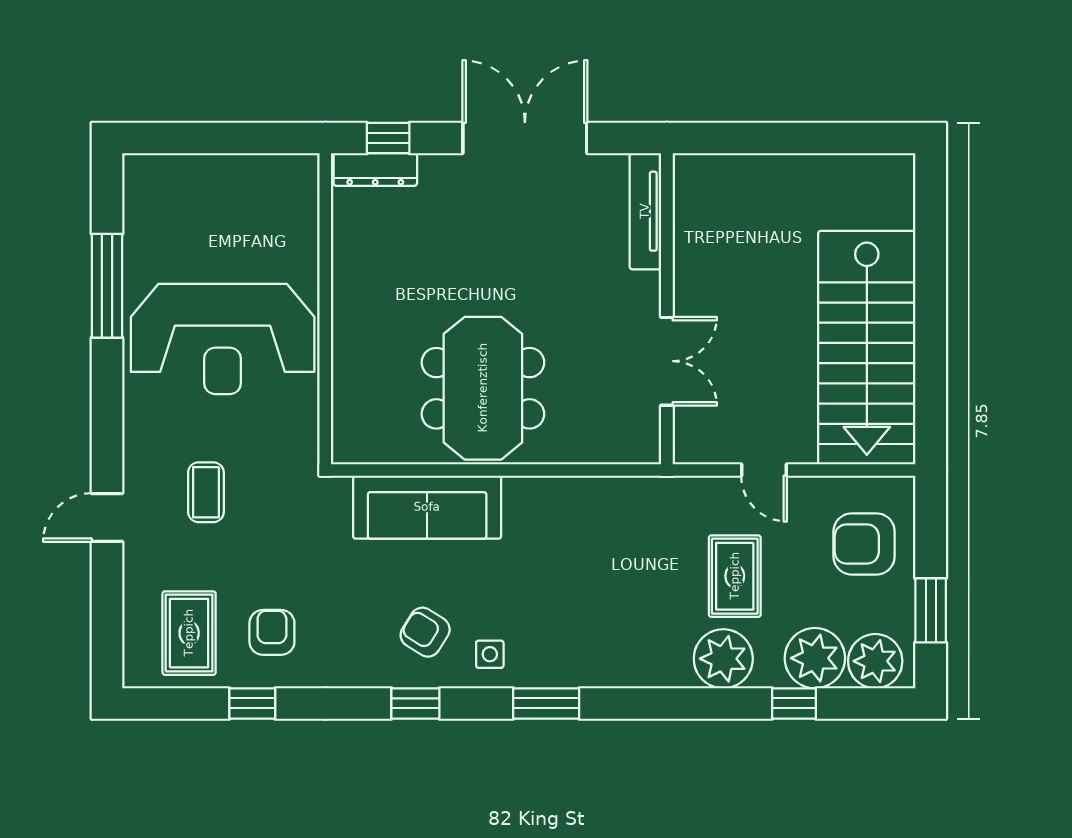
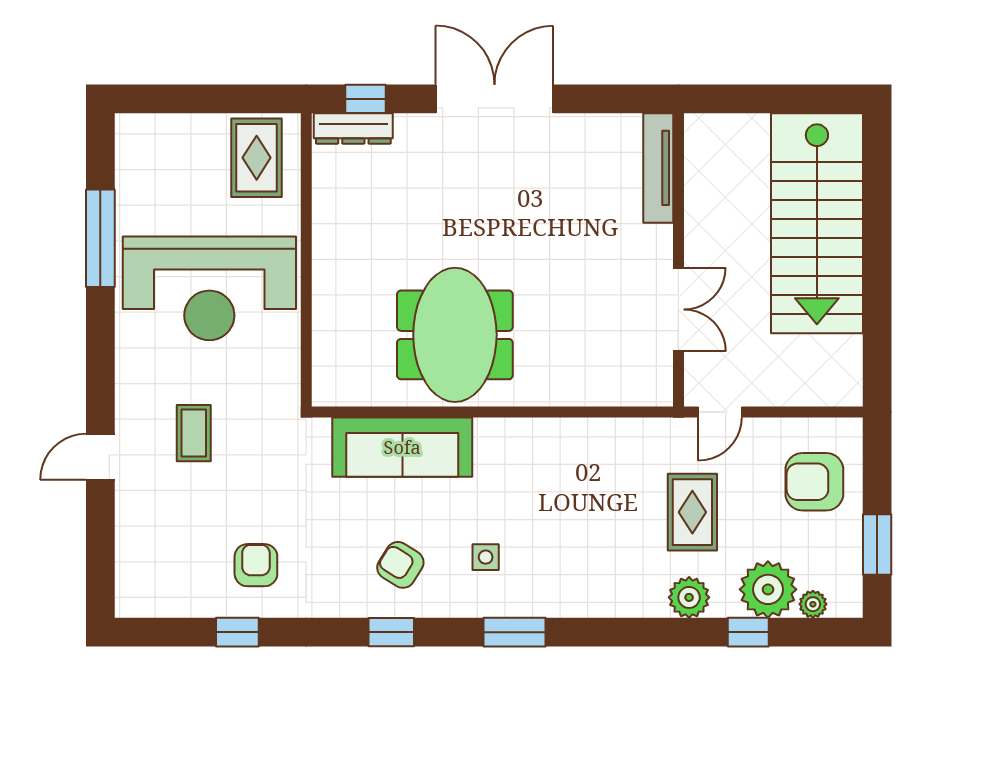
tv unit: (645, 211) -> (658, 168), moved
wall: (667, 309) -> (678, 260), moved
stairs: (867, 348) -> (817, 223), moved
double door: (667, 361) -> (678, 309), moved
door: (764, 470) -> (720, 412), hinge flipped
rug: (189, 633) -> (257, 158), moved
side table: (490, 654) -> (486, 557), moved
plant: (723, 659) -> (689, 597), width x0.73, depth x0.73
plant: (875, 661) -> (813, 604), width x0.53, depth x0.53

